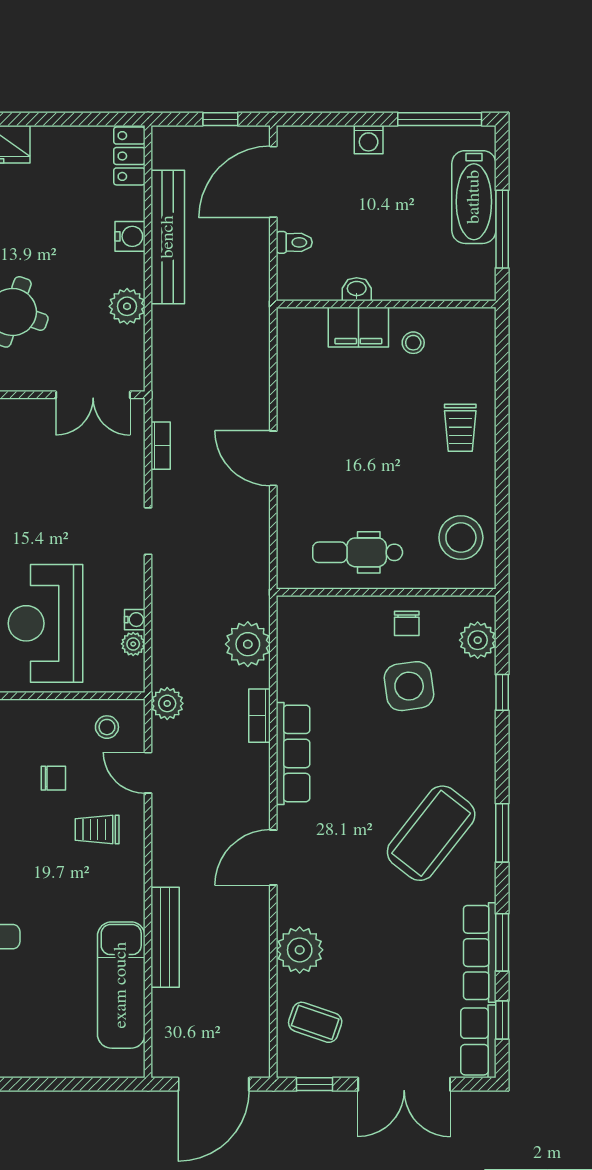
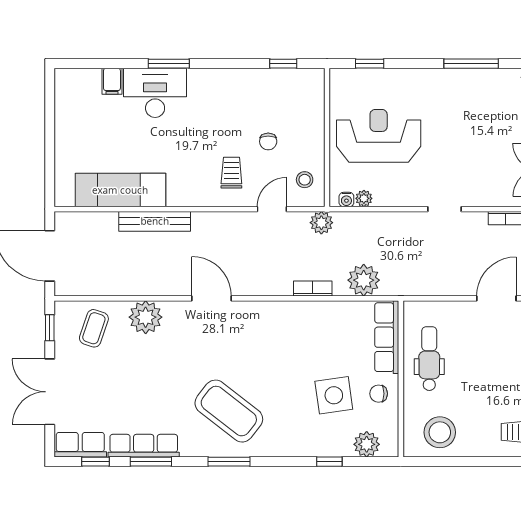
water cooler: (135, 620) -> (346, 200), moved
row of seats: (293, 753) -> (387, 337), moved, turned 90

